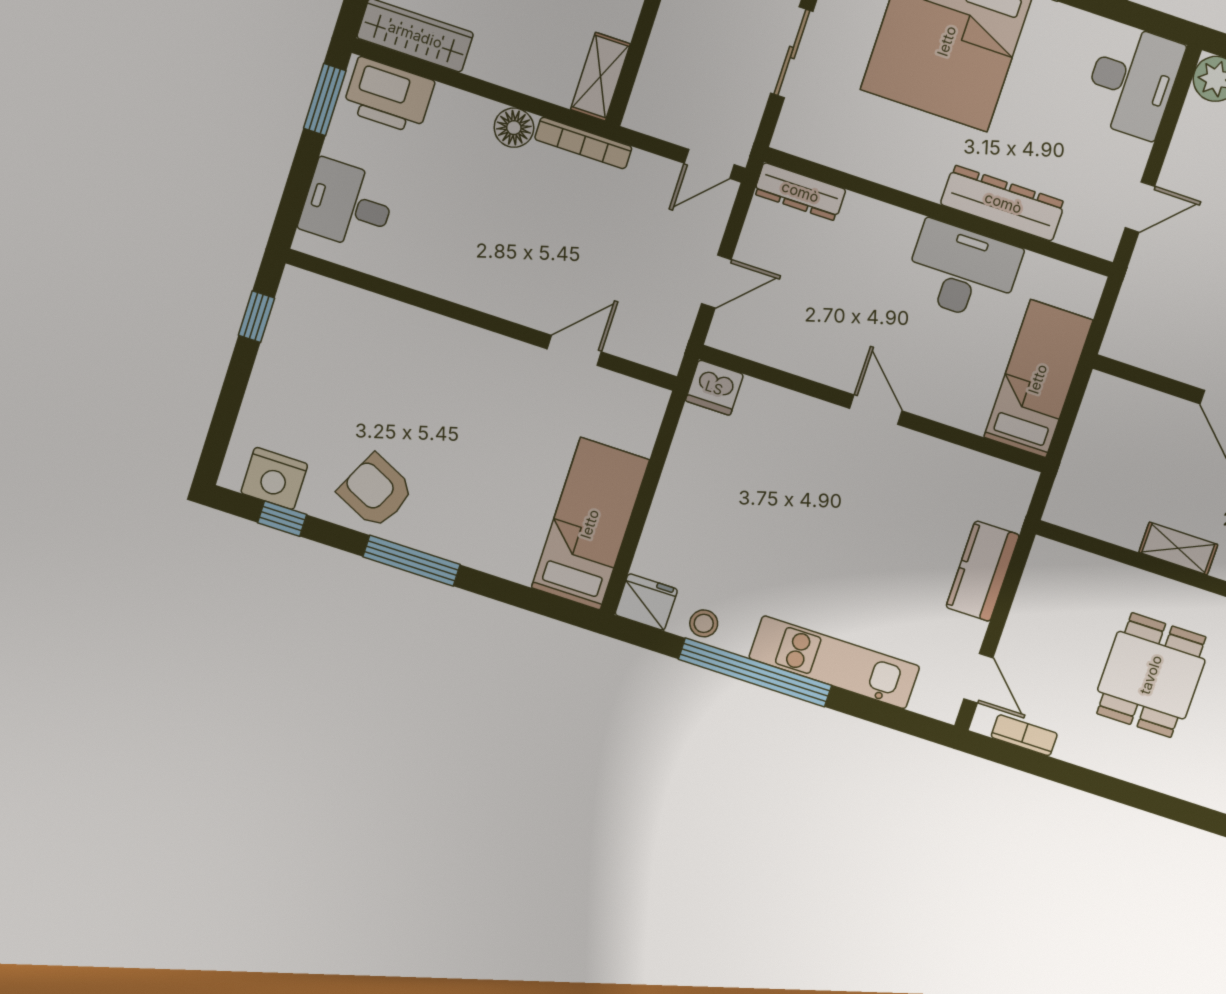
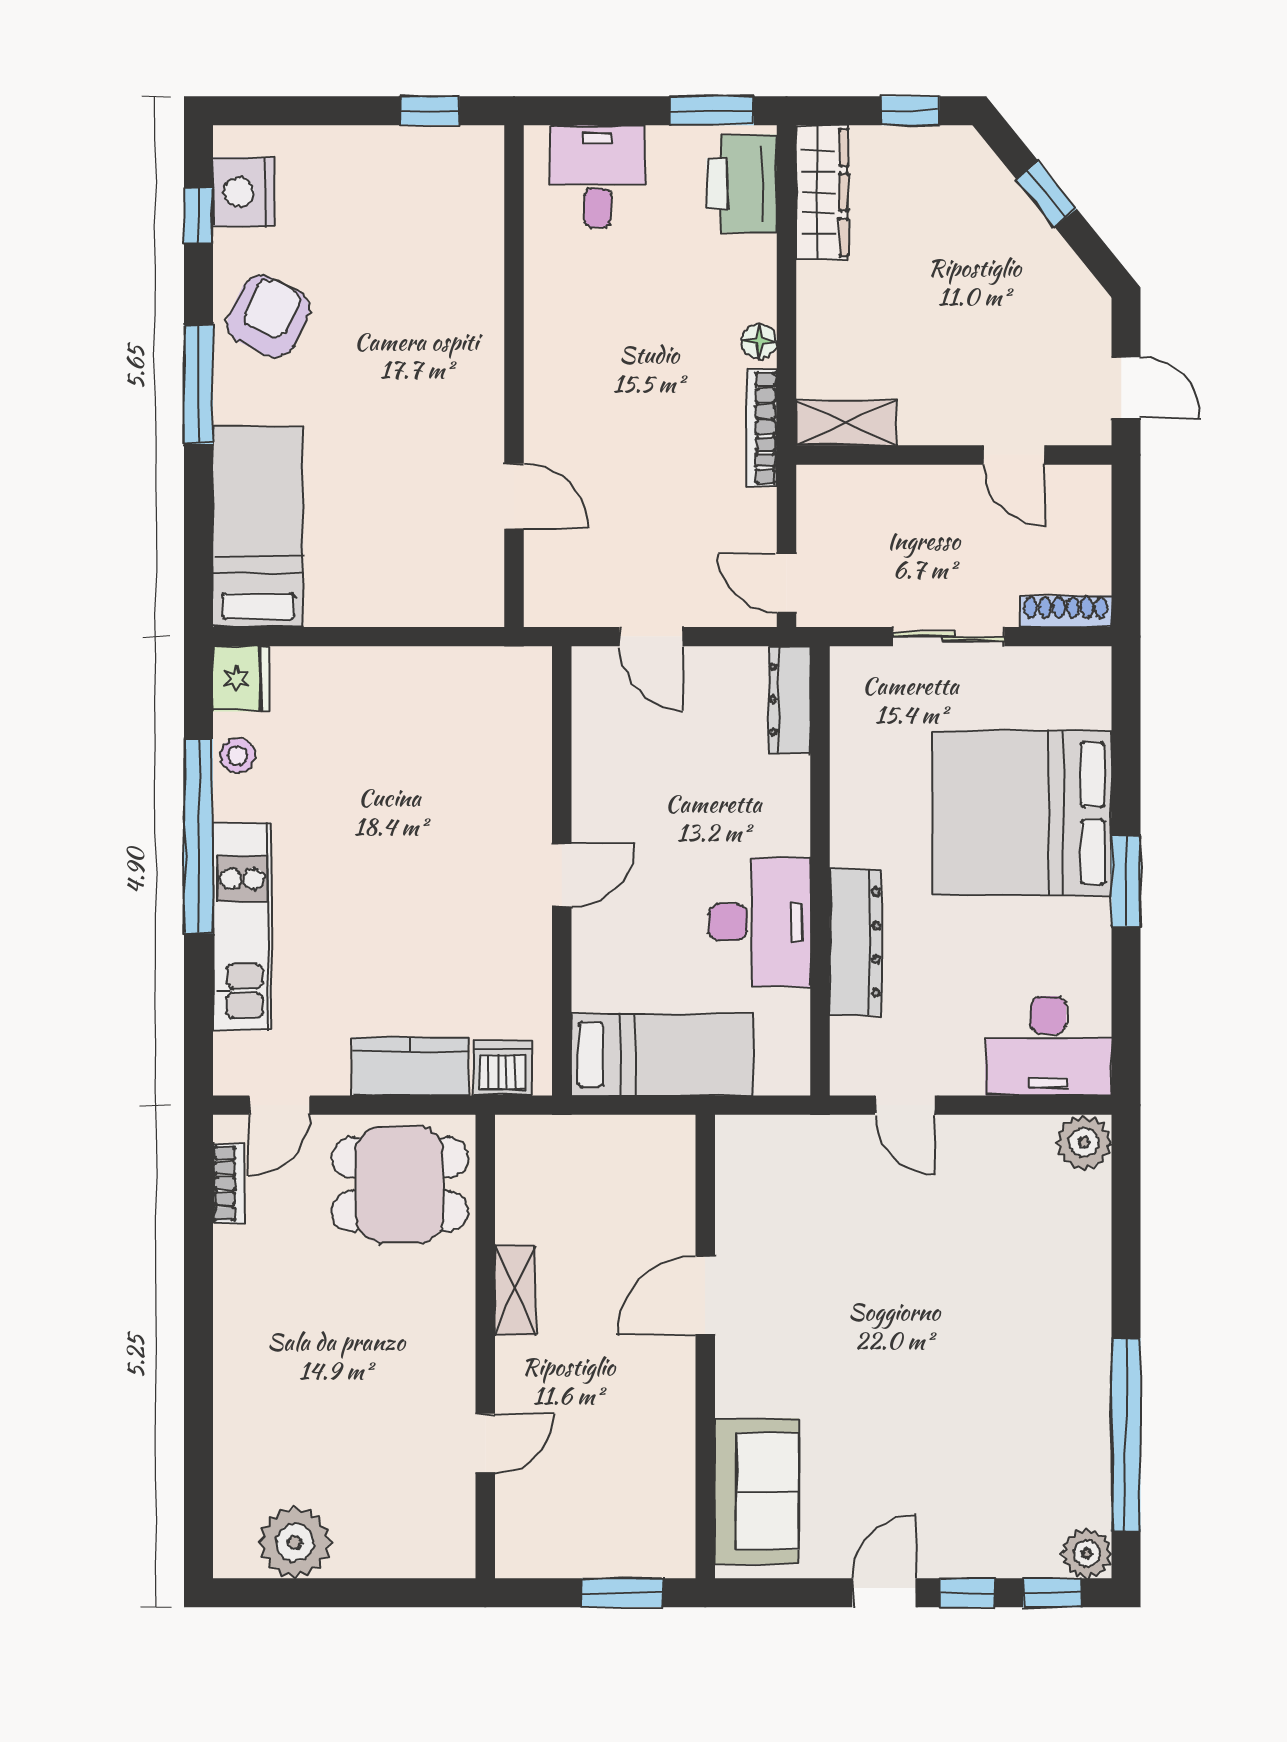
floor lamp: (514, 128) -> (759, 341), width x0.73, depth x0.73
dishwasher: (714, 388) -> (502, 1068), moved, turned 90
bed: (590, 524) -> (258, 527), moved, turned -90
dining table: (1151, 675) -> (400, 1184), moved

